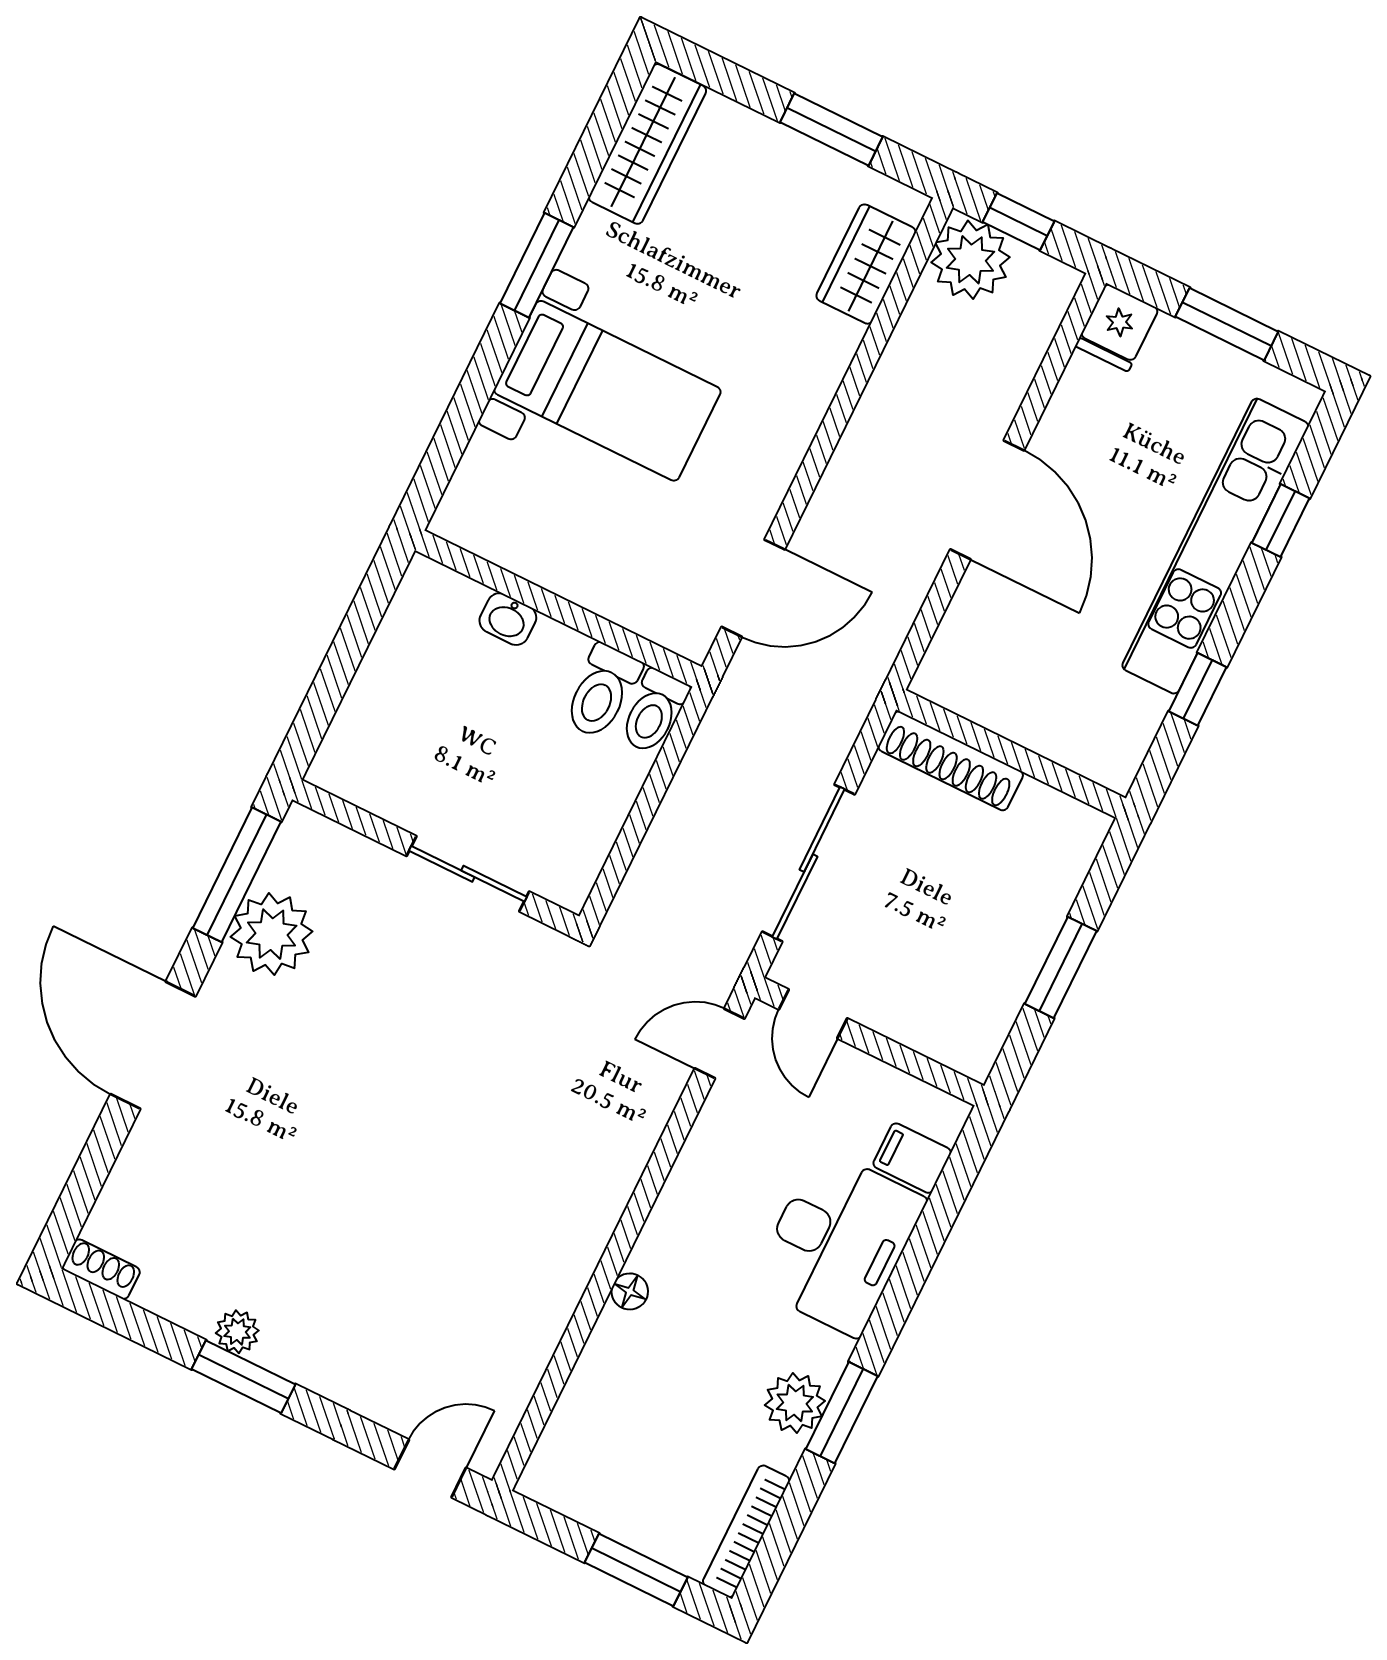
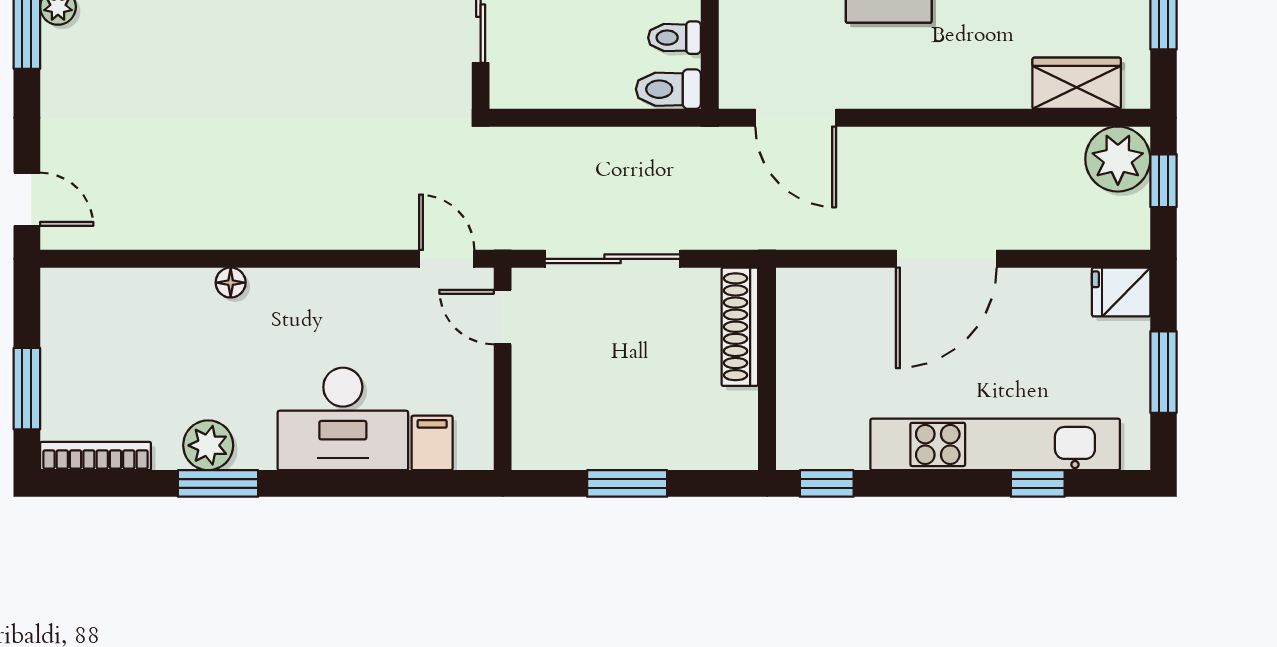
window: (1198, 689) -> (827, 483), moved
toilet: (602, 691) -> (674, 38), width x0.73, depth x0.72
door: (813, 1014) -> (503, 317), hinge flipped

